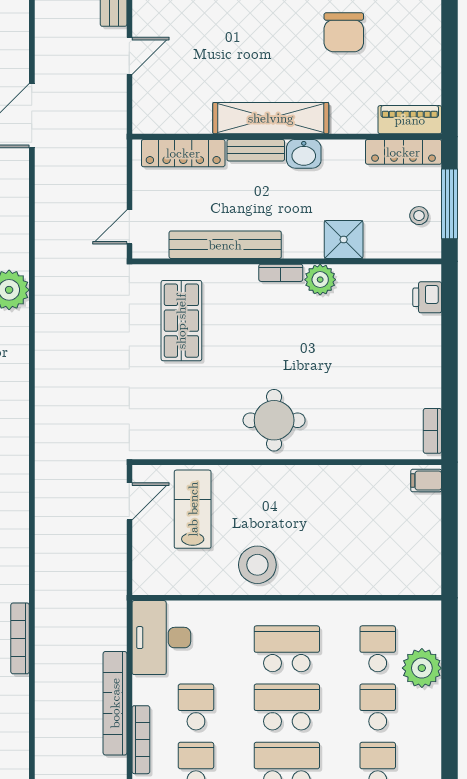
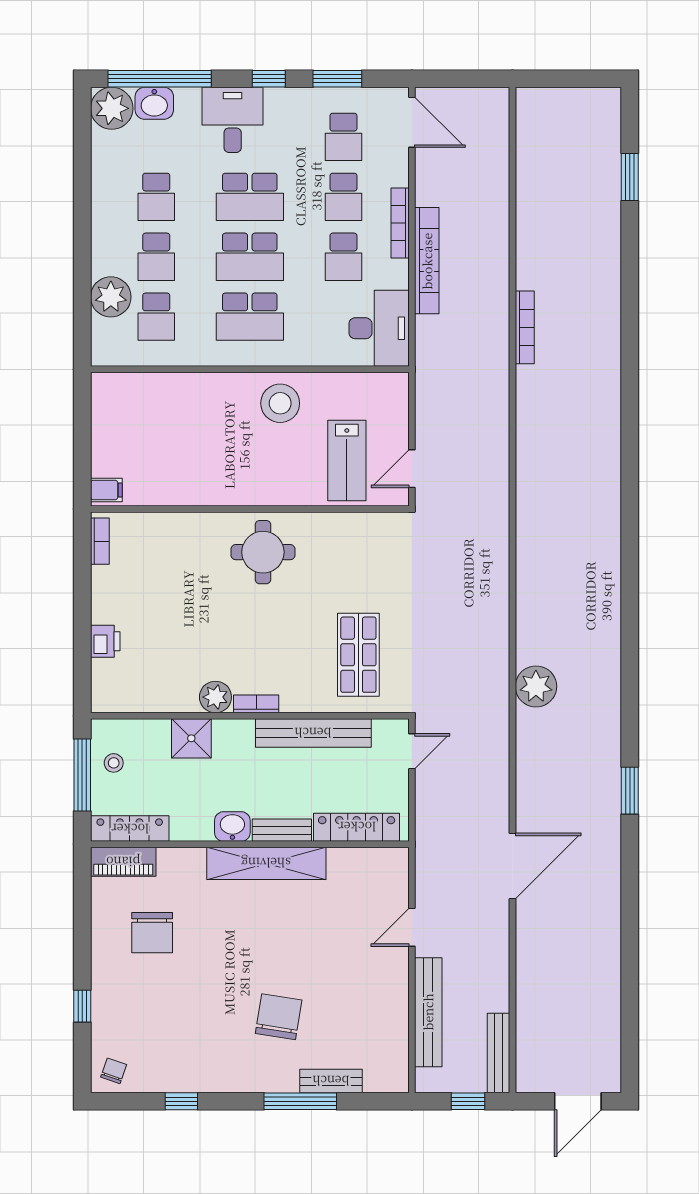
chair: (344, 32) -> (152, 933), moved, turned 180
printer: (427, 297) -> (105, 641), moved

